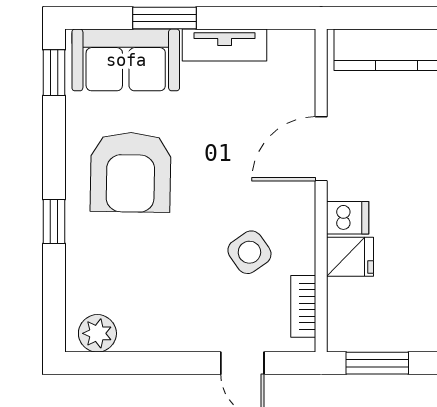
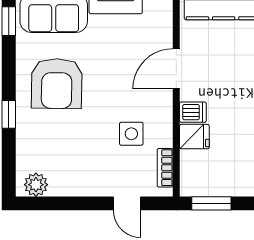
side table: (249, 252) -> (131, 134), turned 35

